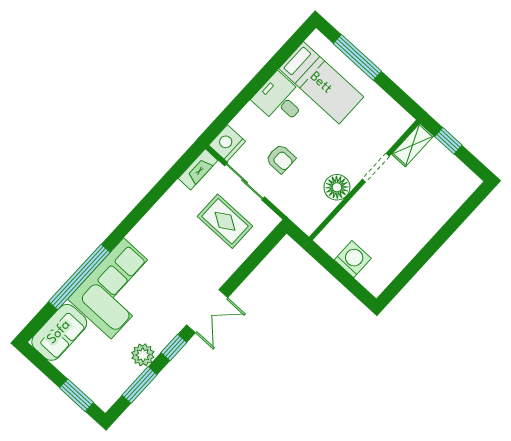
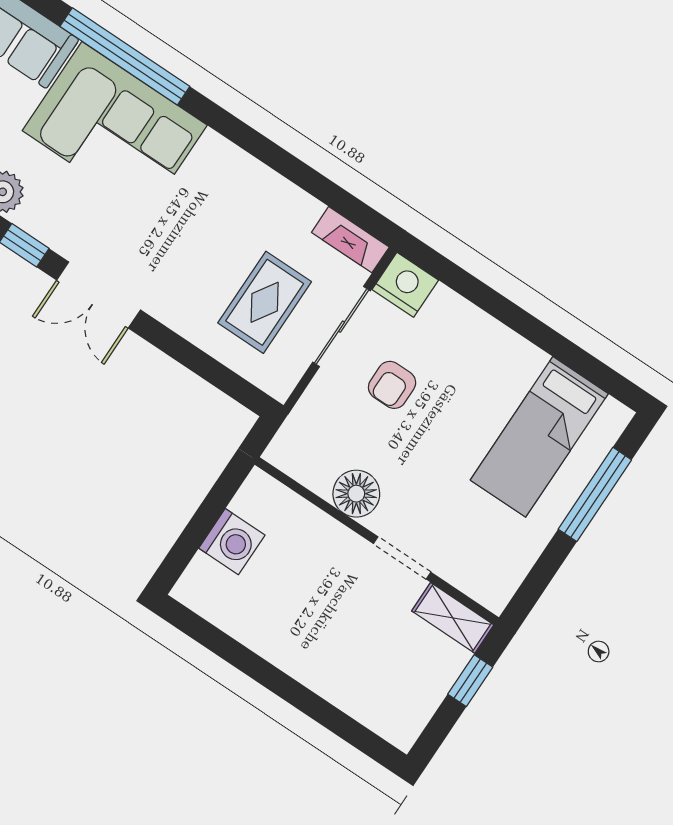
desk: (280, 99) -> (498, 367), removed

